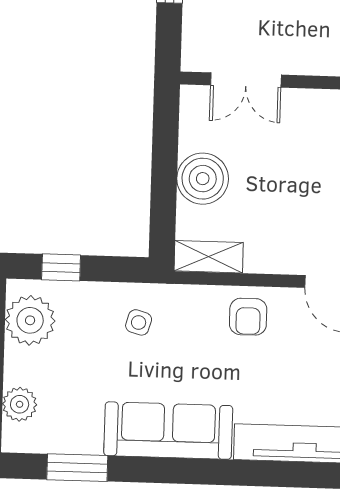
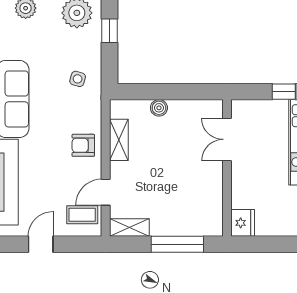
boiler: (203, 179) -> (159, 108), width x0.54, depth x0.54
shelving: (209, 257) -> (119, 140), moved

